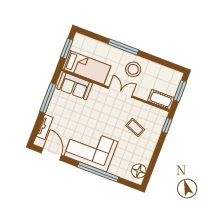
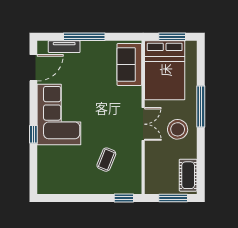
bed: (86, 67) -> (165, 70), width x1.50
window: (48, 98) -> (84, 37), moved
cot: (161, 99) -> (188, 175), moved
floor lamp: (139, 171) -> (54, 185), removed
window: (98, 172) -> (33, 134), width x0.32

